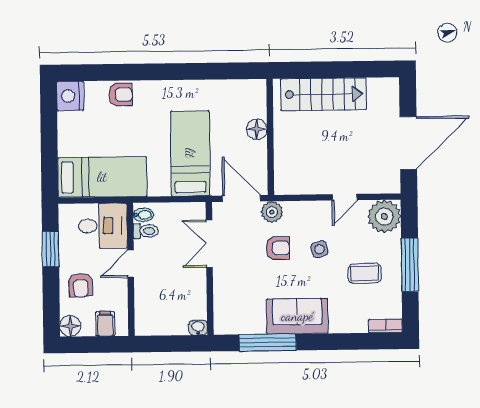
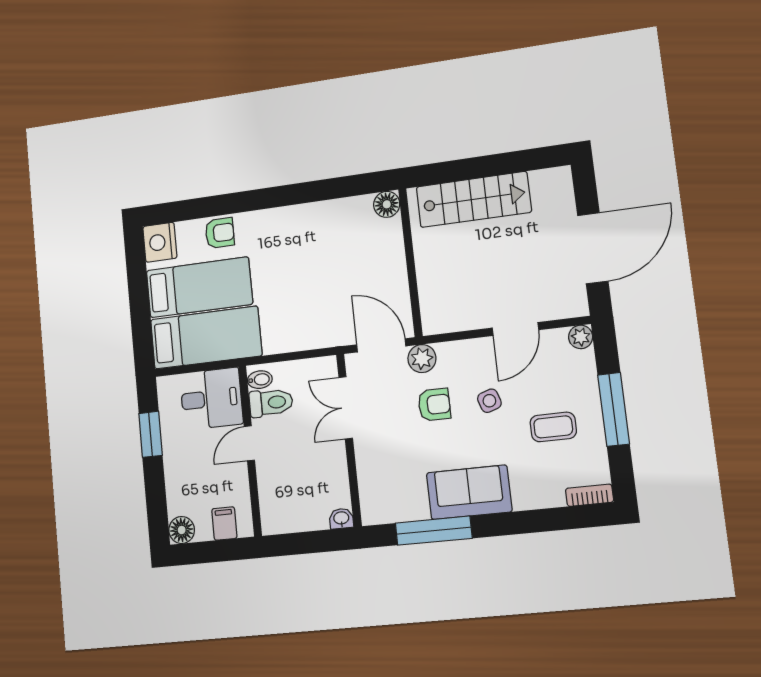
floor lamp: (257, 129) -> (387, 204), moved
bed: (190, 153) -> (199, 287), moved, turned 90
door: (345, 197) -> (515, 329), width x1.38
plant: (384, 216) -> (581, 337), width x0.53, depth x0.53
toilet: (146, 231) -> (271, 403), width x1.37, depth x1.39
armchair: (81, 285) -> (190, 476), removed

